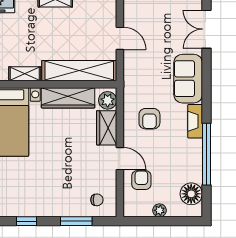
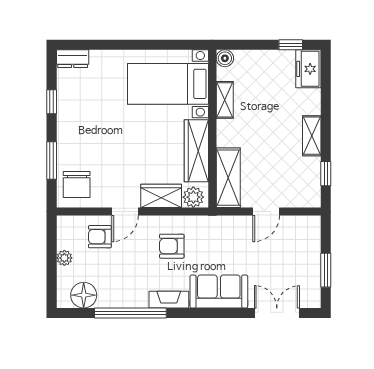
shelving: (79, 71) -> (228, 178), width x0.68
armchair: (141, 180) -> (100, 237), turned 180
chair: (97, 200) -> (77, 185), width x1.87, depth x1.87

